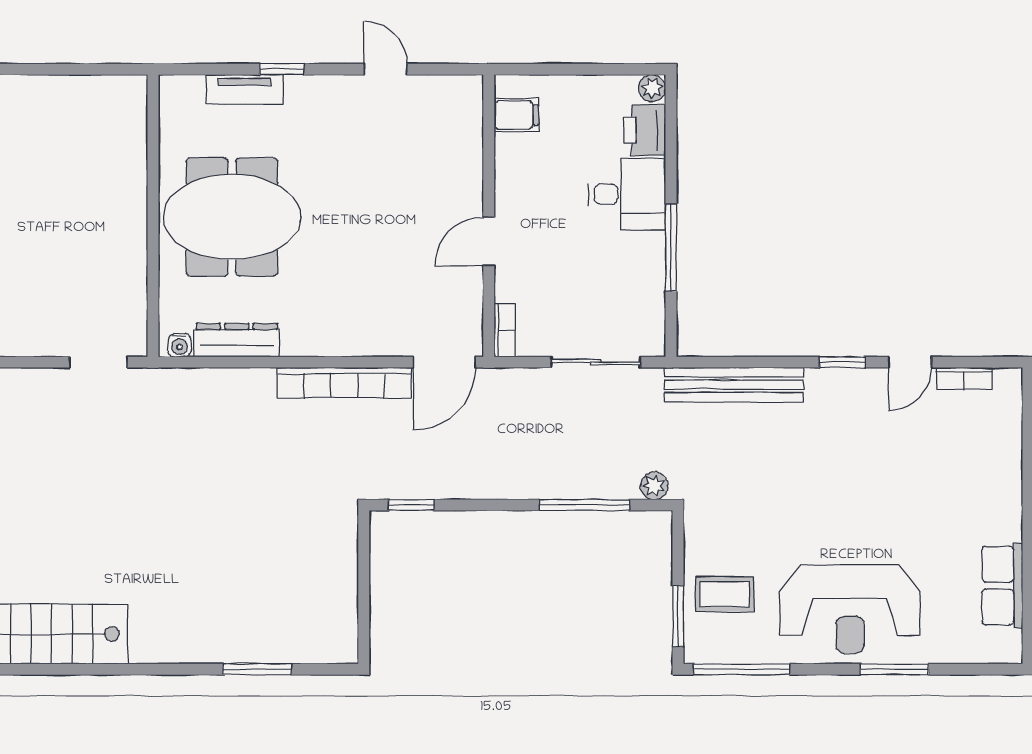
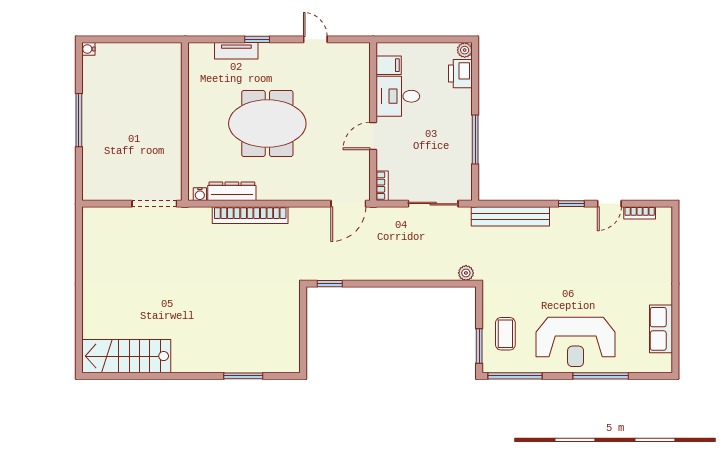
desk: (627, 194) -> (398, 96), moved, turned 180
meeting table: (232, 217) -> (267, 124), moved
doorway: (98, 362) -> (154, 204), width x1.38
bookcase: (344, 383) -> (250, 215), moved
window: (584, 505) -> (427, 284), removed
coffee table: (725, 594) -> (505, 334), turned 90
window: (894, 669) -> (601, 376), width x1.44

